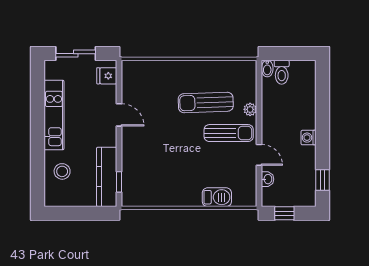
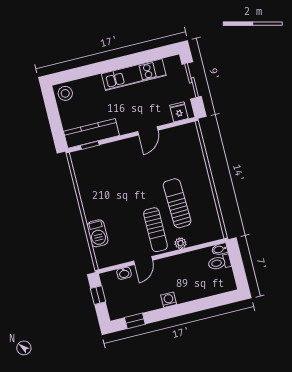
stool: (62, 171) -> (65, 93), moved

